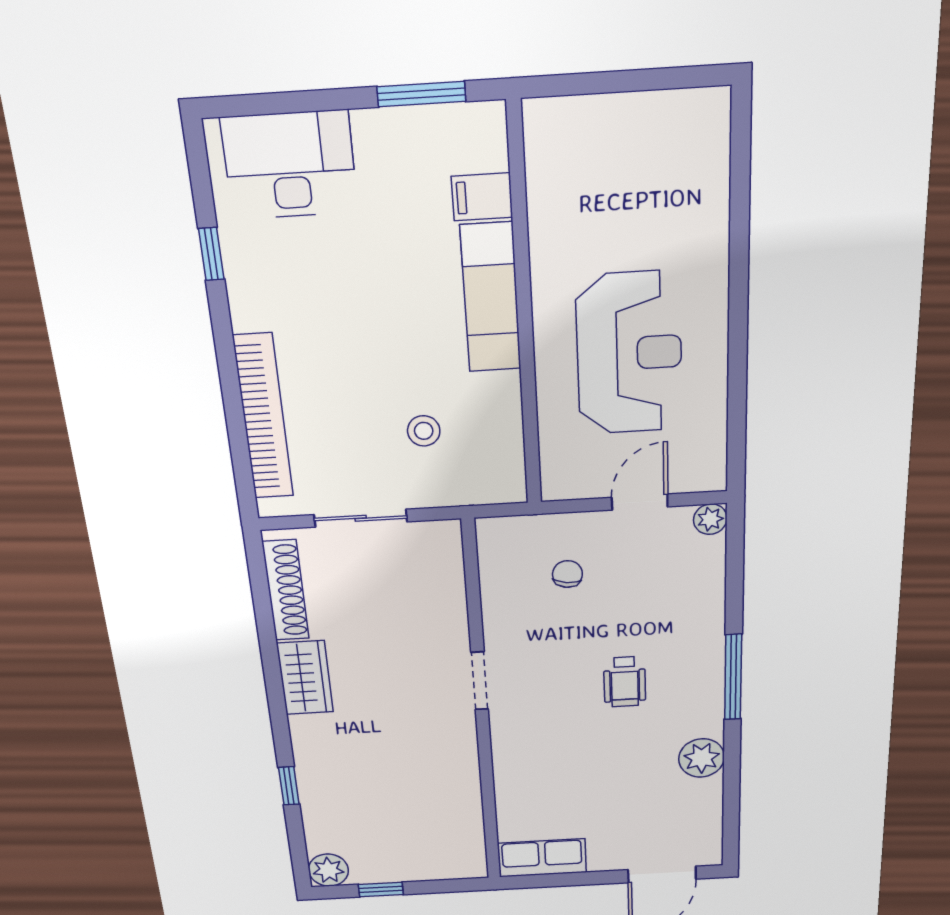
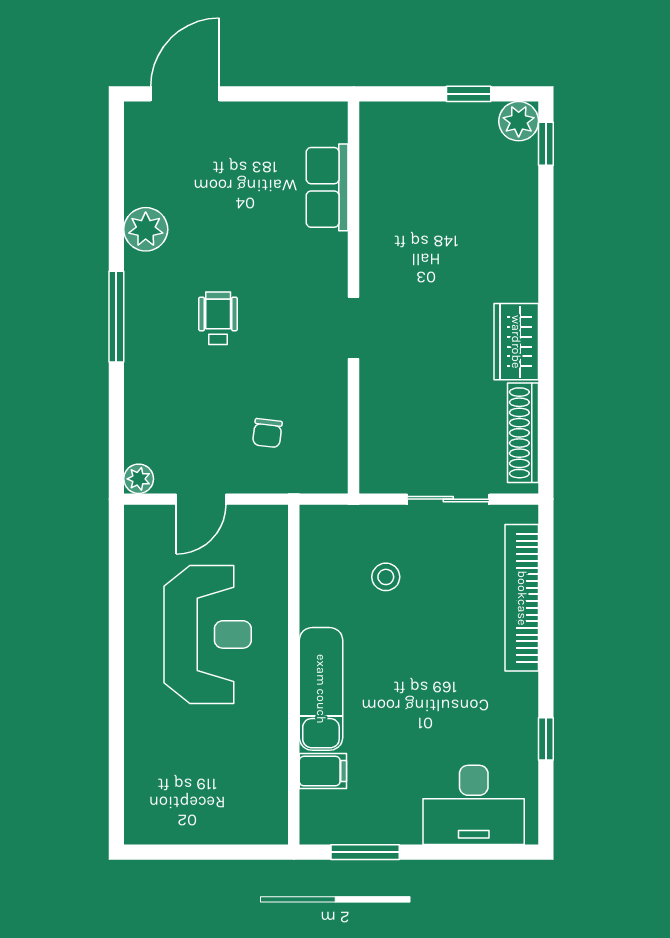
reception desk: (629, 354) -> (208, 634), turned 180
window: (289, 786) -> (546, 144), moved
row of seats: (542, 858) -> (327, 187), moved, turned 90

